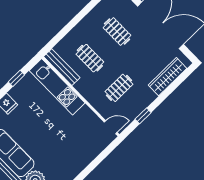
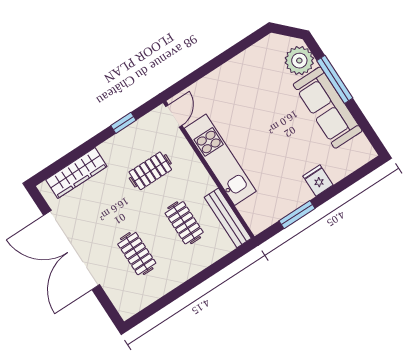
window: (16, 78) -> (297, 215), width x1.50
kitchen unit: (57, 87) -> (220, 160), moved
door: (111, 127) -> (174, 116), swing flipped

